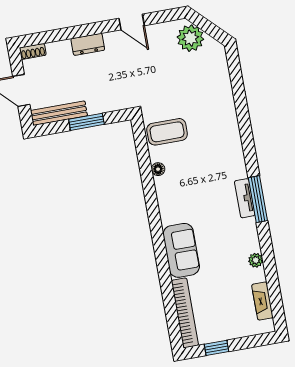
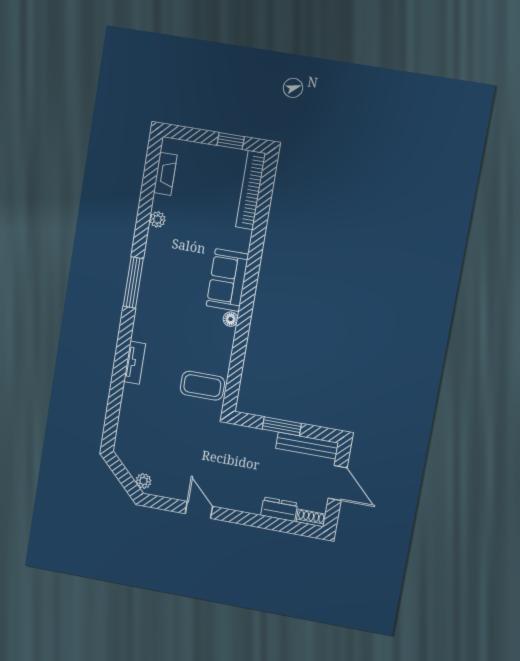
plant: (190, 38) -> (144, 481), width x0.53, depth x0.53
dresser: (88, 44) -> (279, 509), moved
floor lamp: (158, 169) -> (231, 319), moved
tv unit: (245, 198) -> (135, 363), moved
sofa: (181, 250) -> (227, 280), moved

